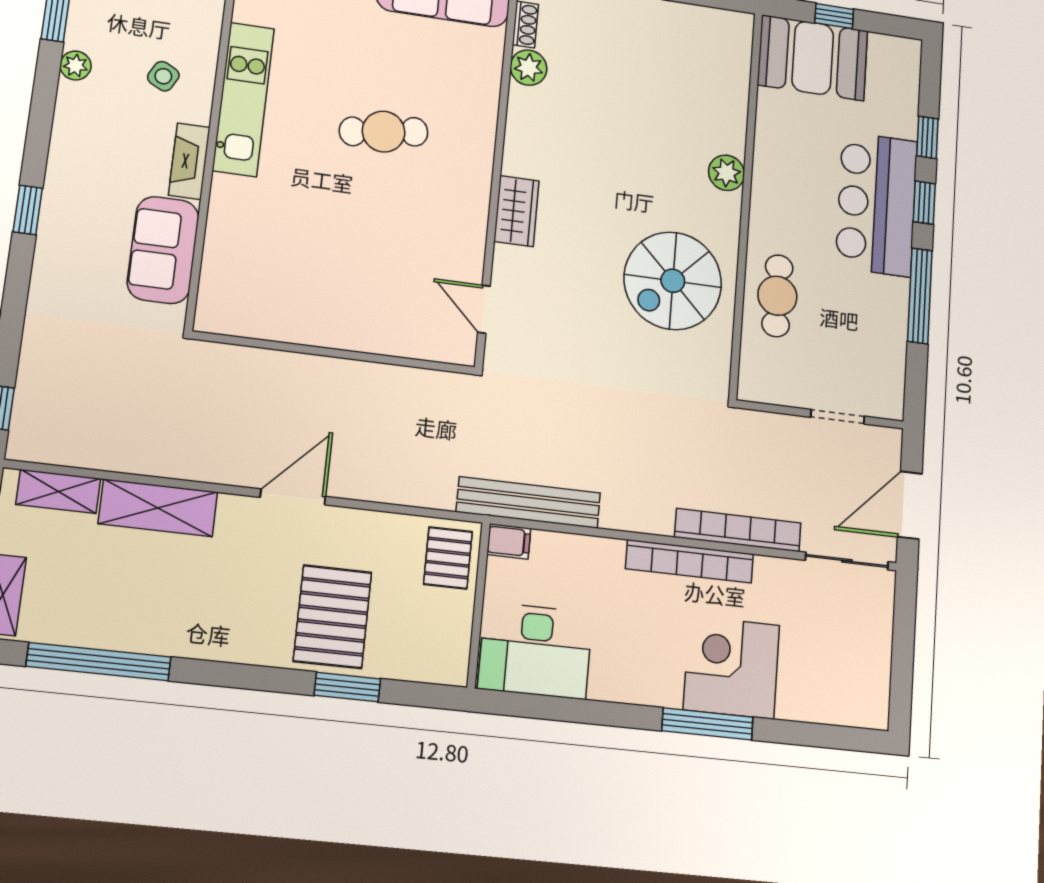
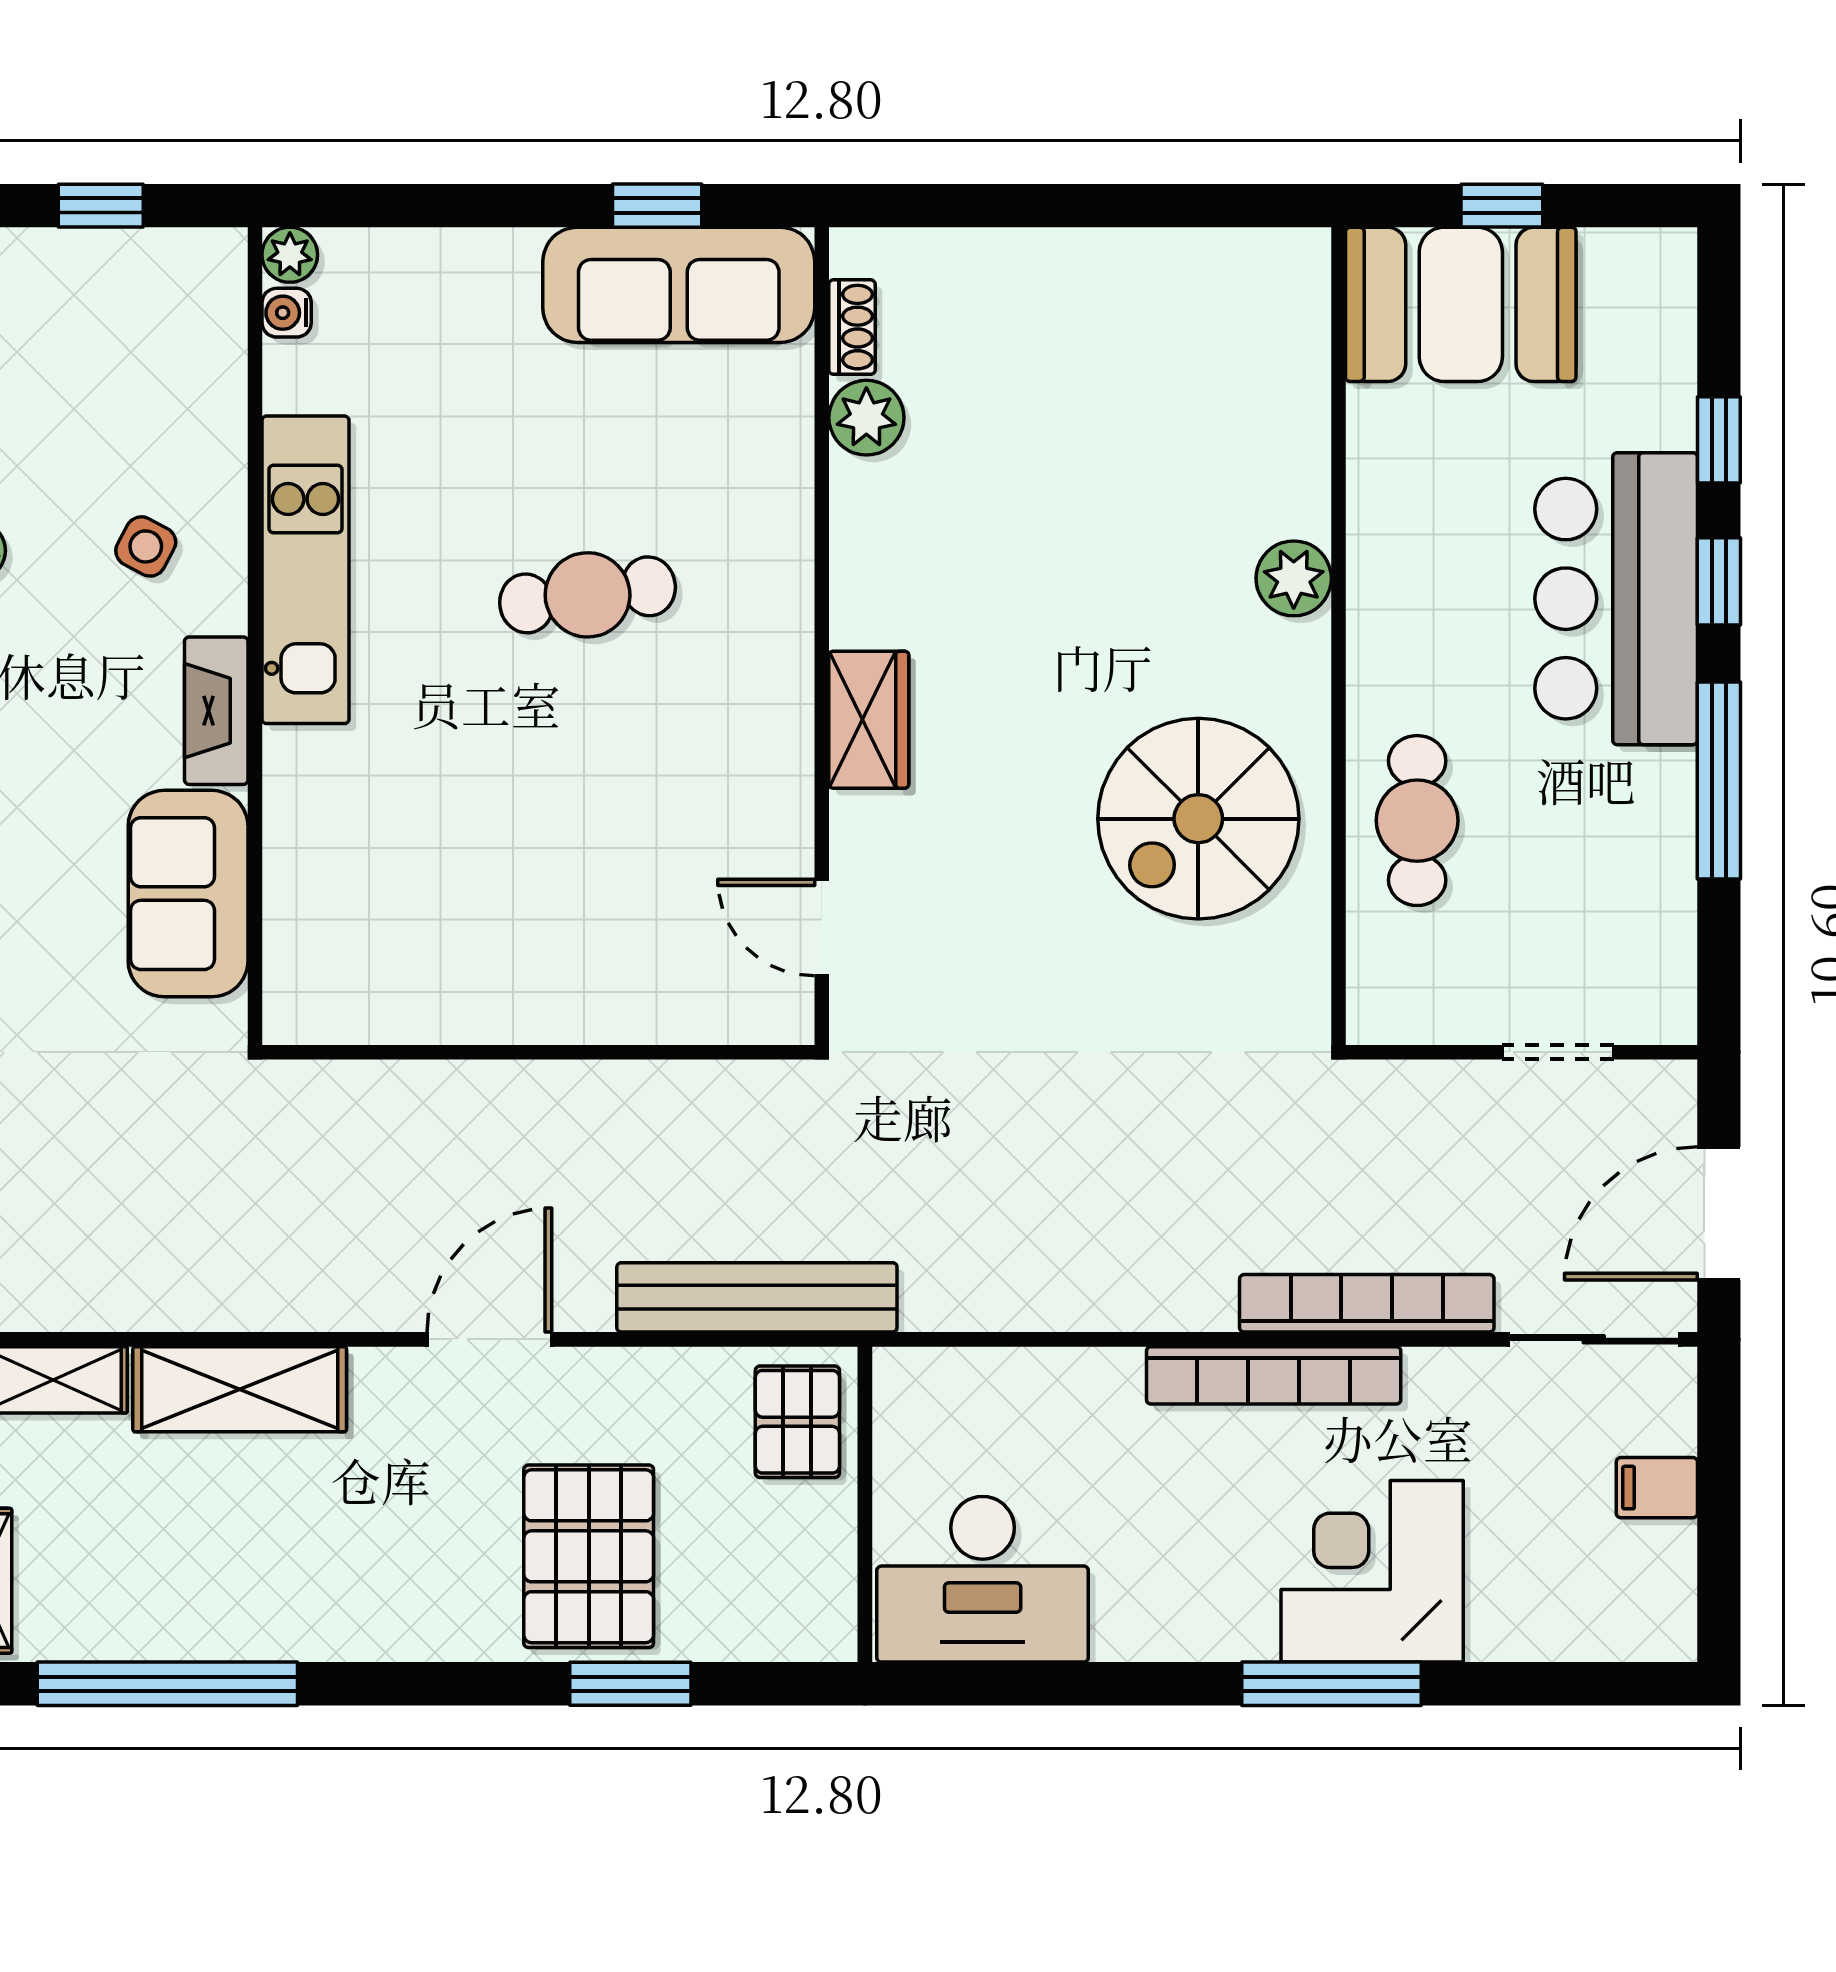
bench: (528, 502) -> (757, 1297), moved
filing cabinet: (509, 541) -> (1657, 1488), moved, turned 180

